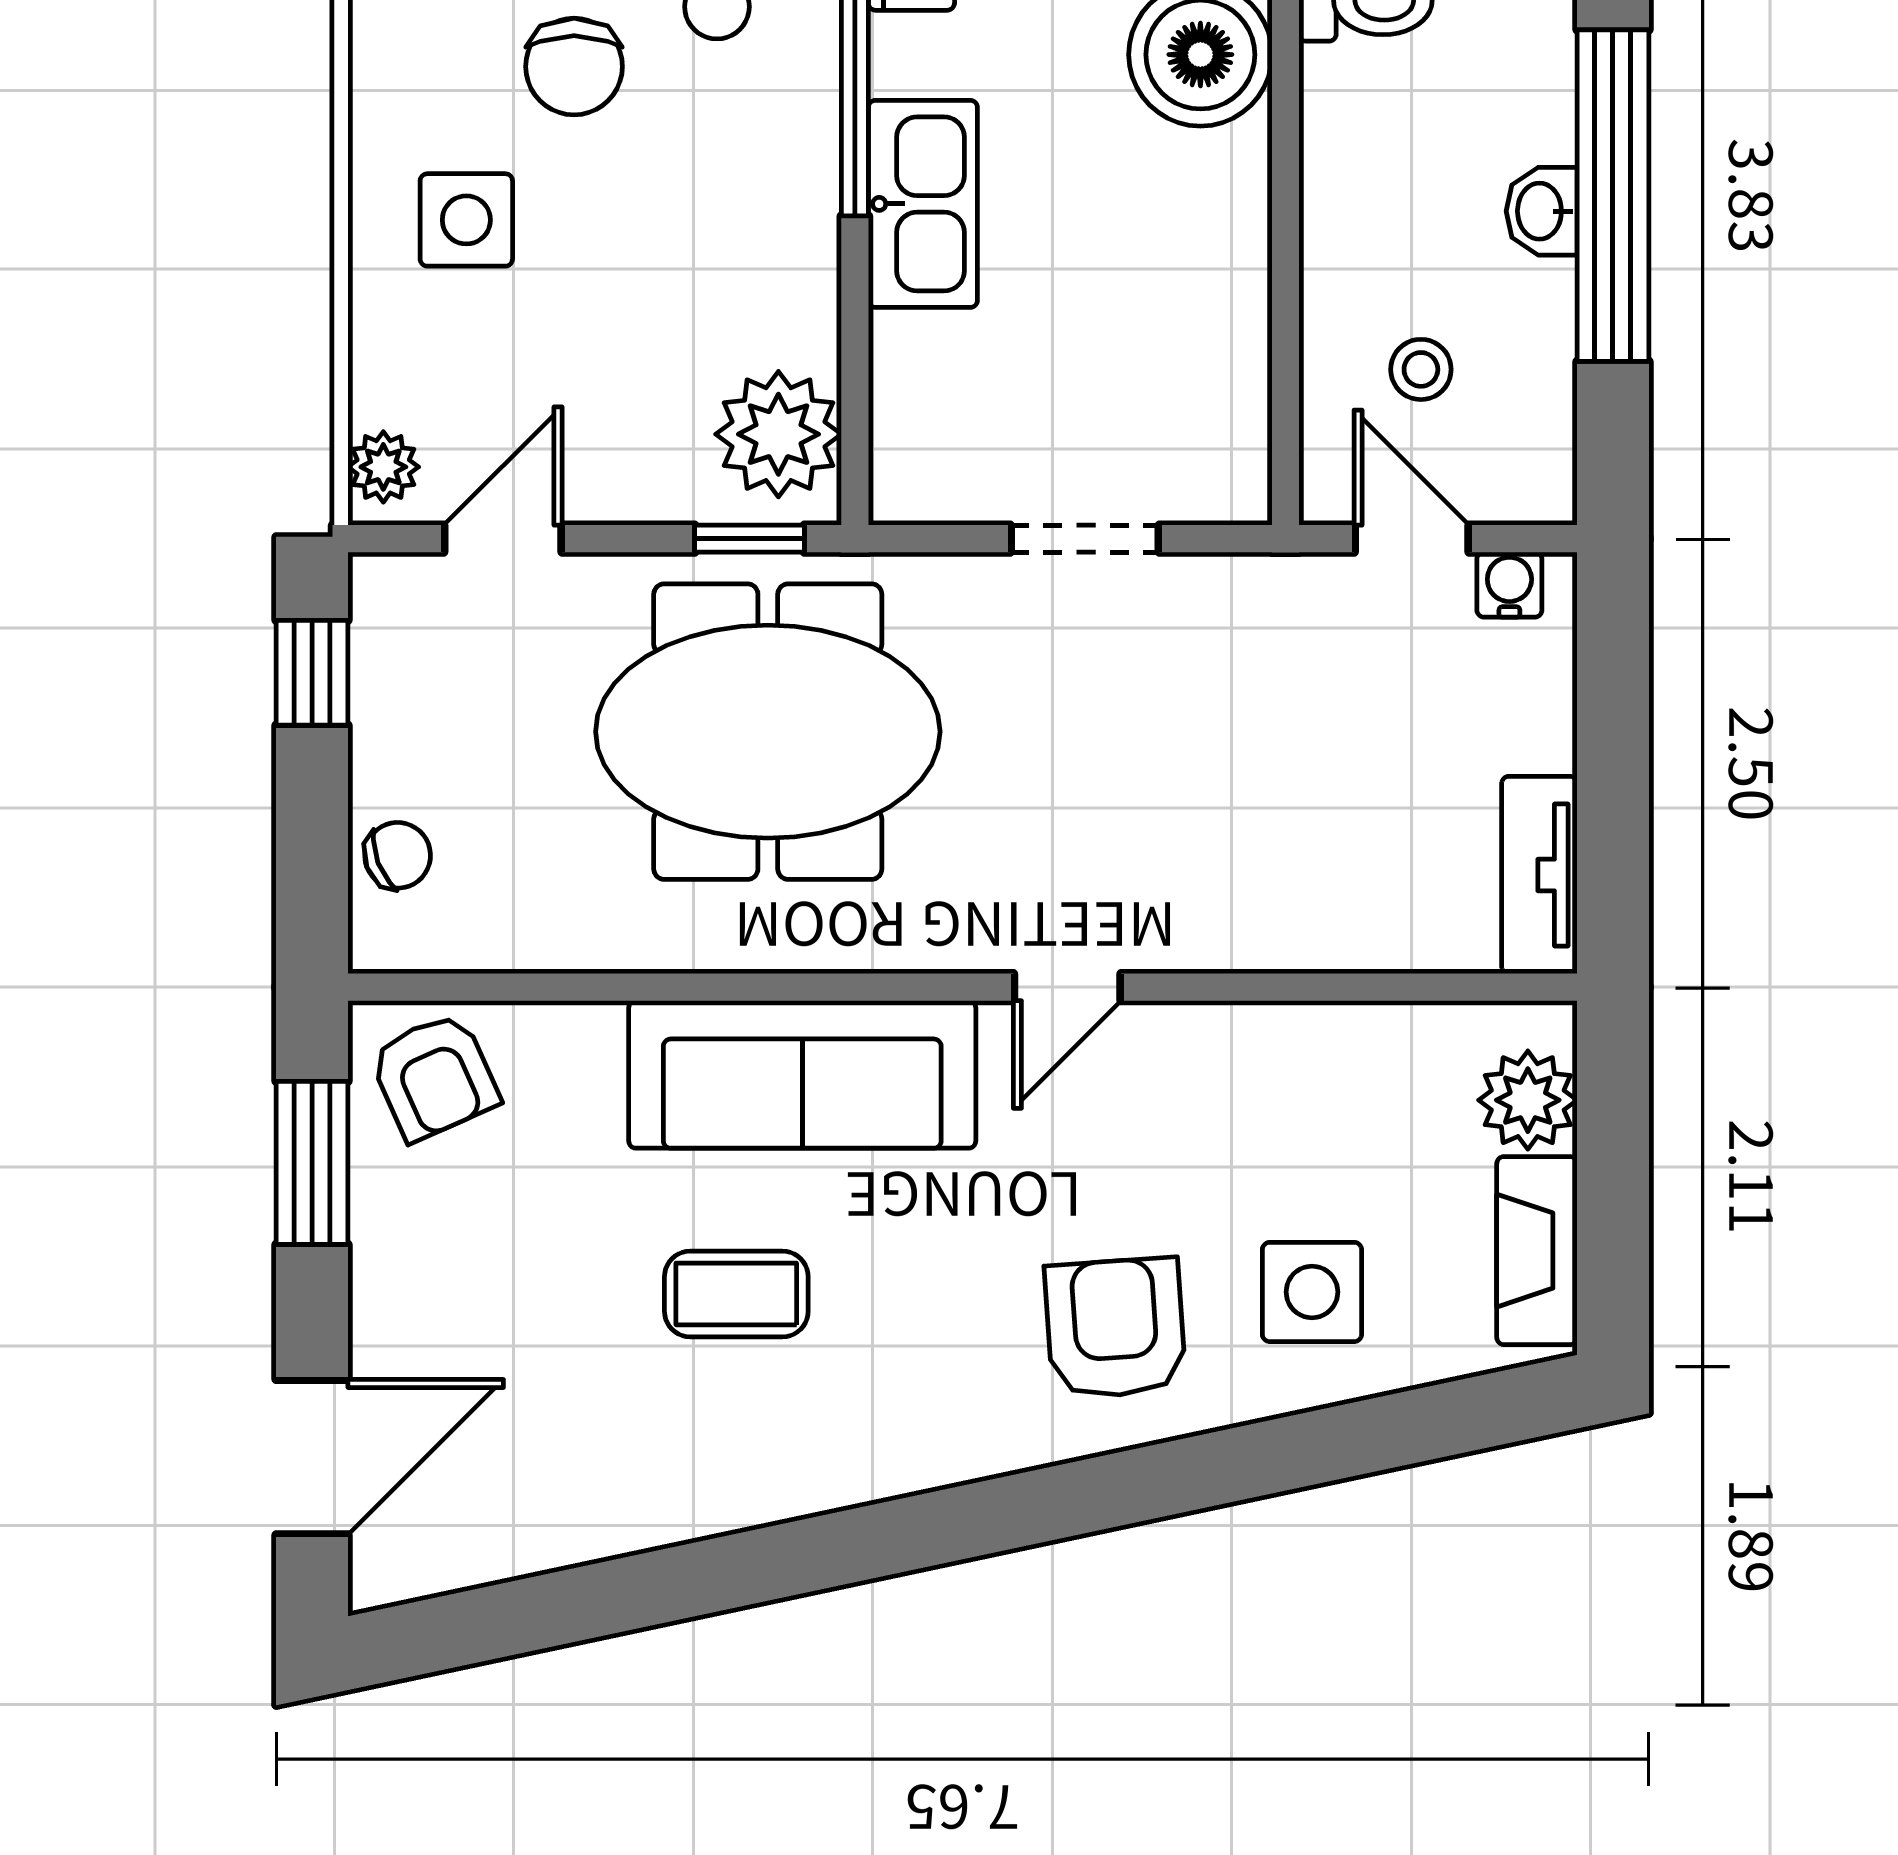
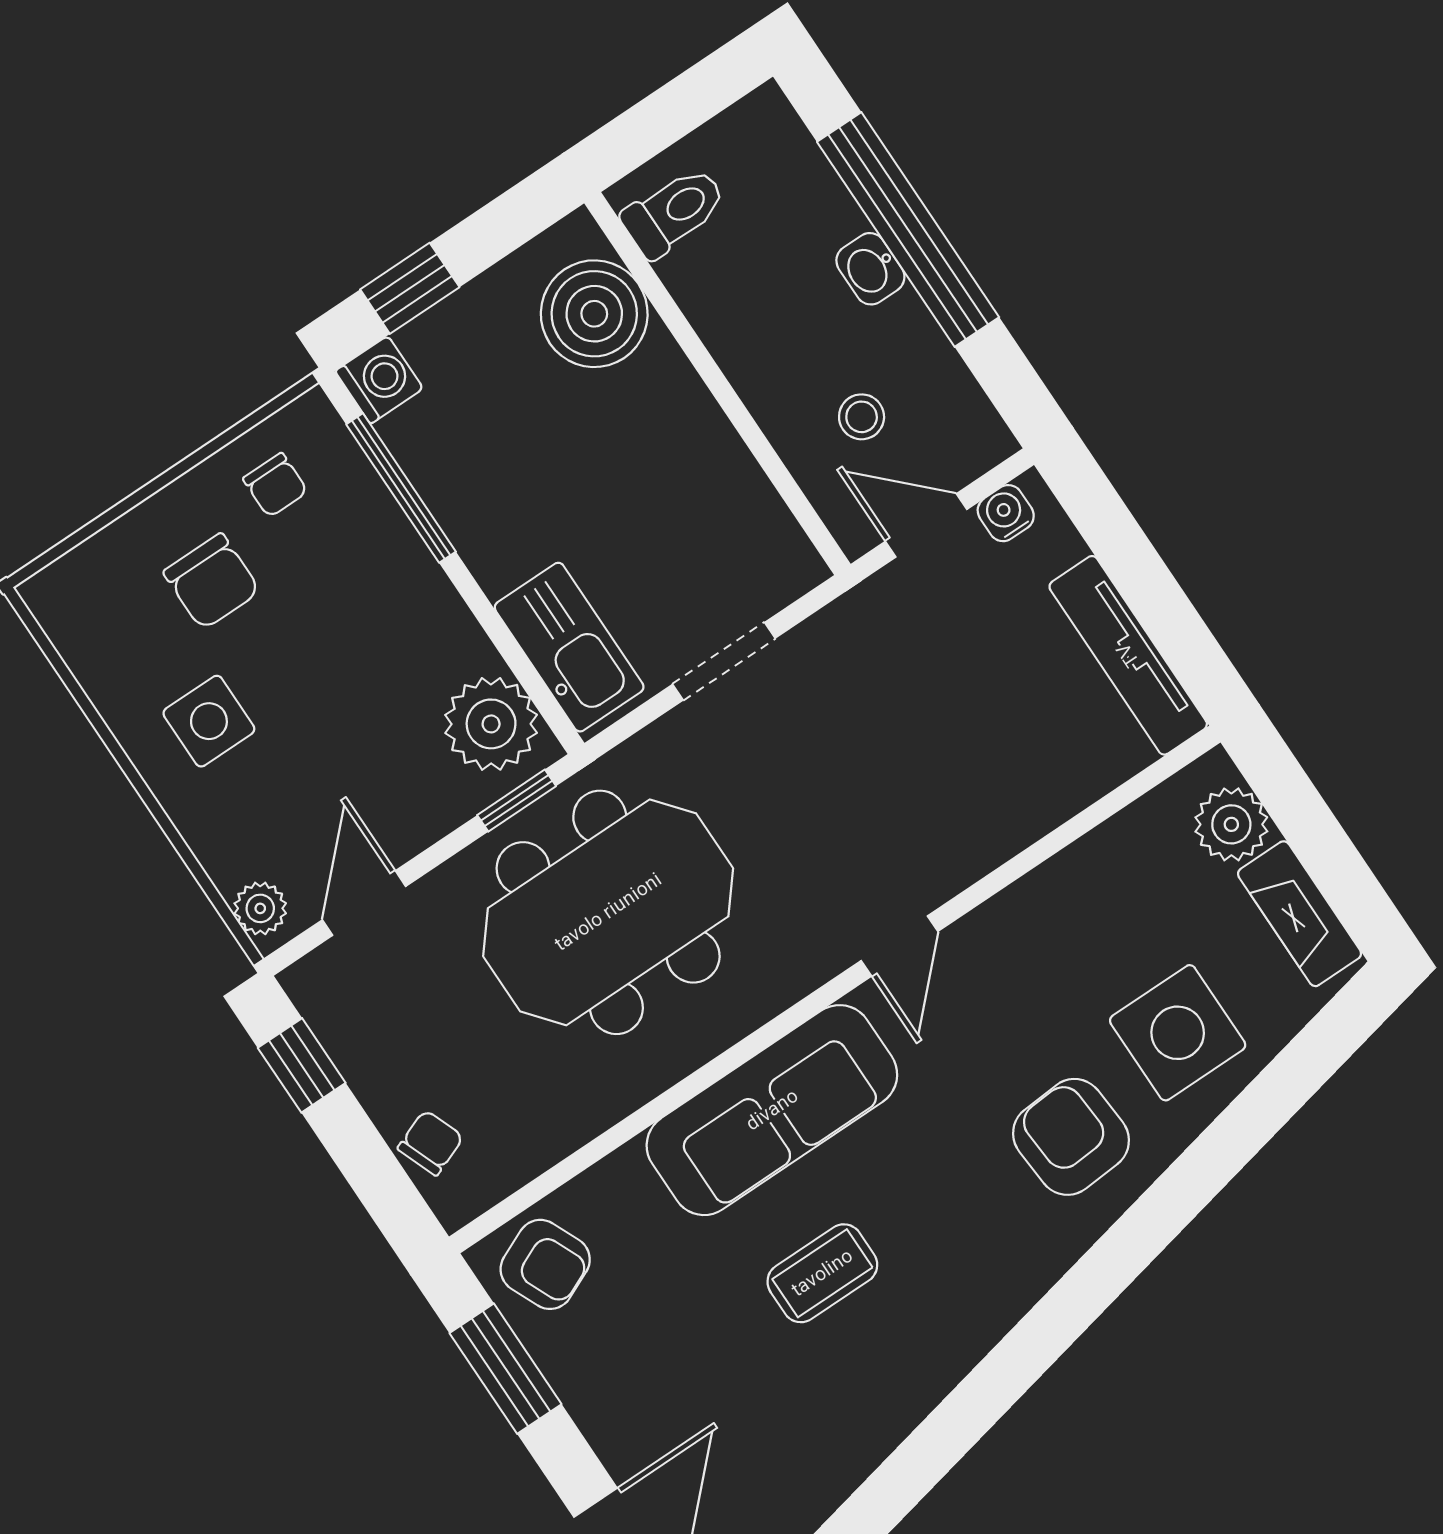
kitchen sink: (923, 204) -> (569, 647), moved
tv unit: (1539, 875) -> (1128, 655), width x1.41
side table: (1312, 1292) -> (1178, 1033), width x1.37, depth x1.37

